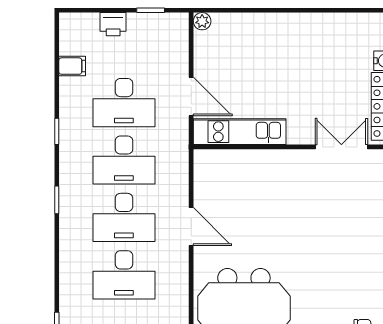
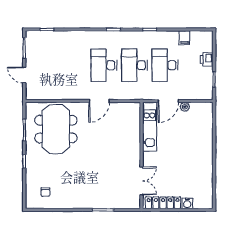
plant: (202, 21) -> (185, 107), moved
desk: (124, 275) -> (73, 65), removed

